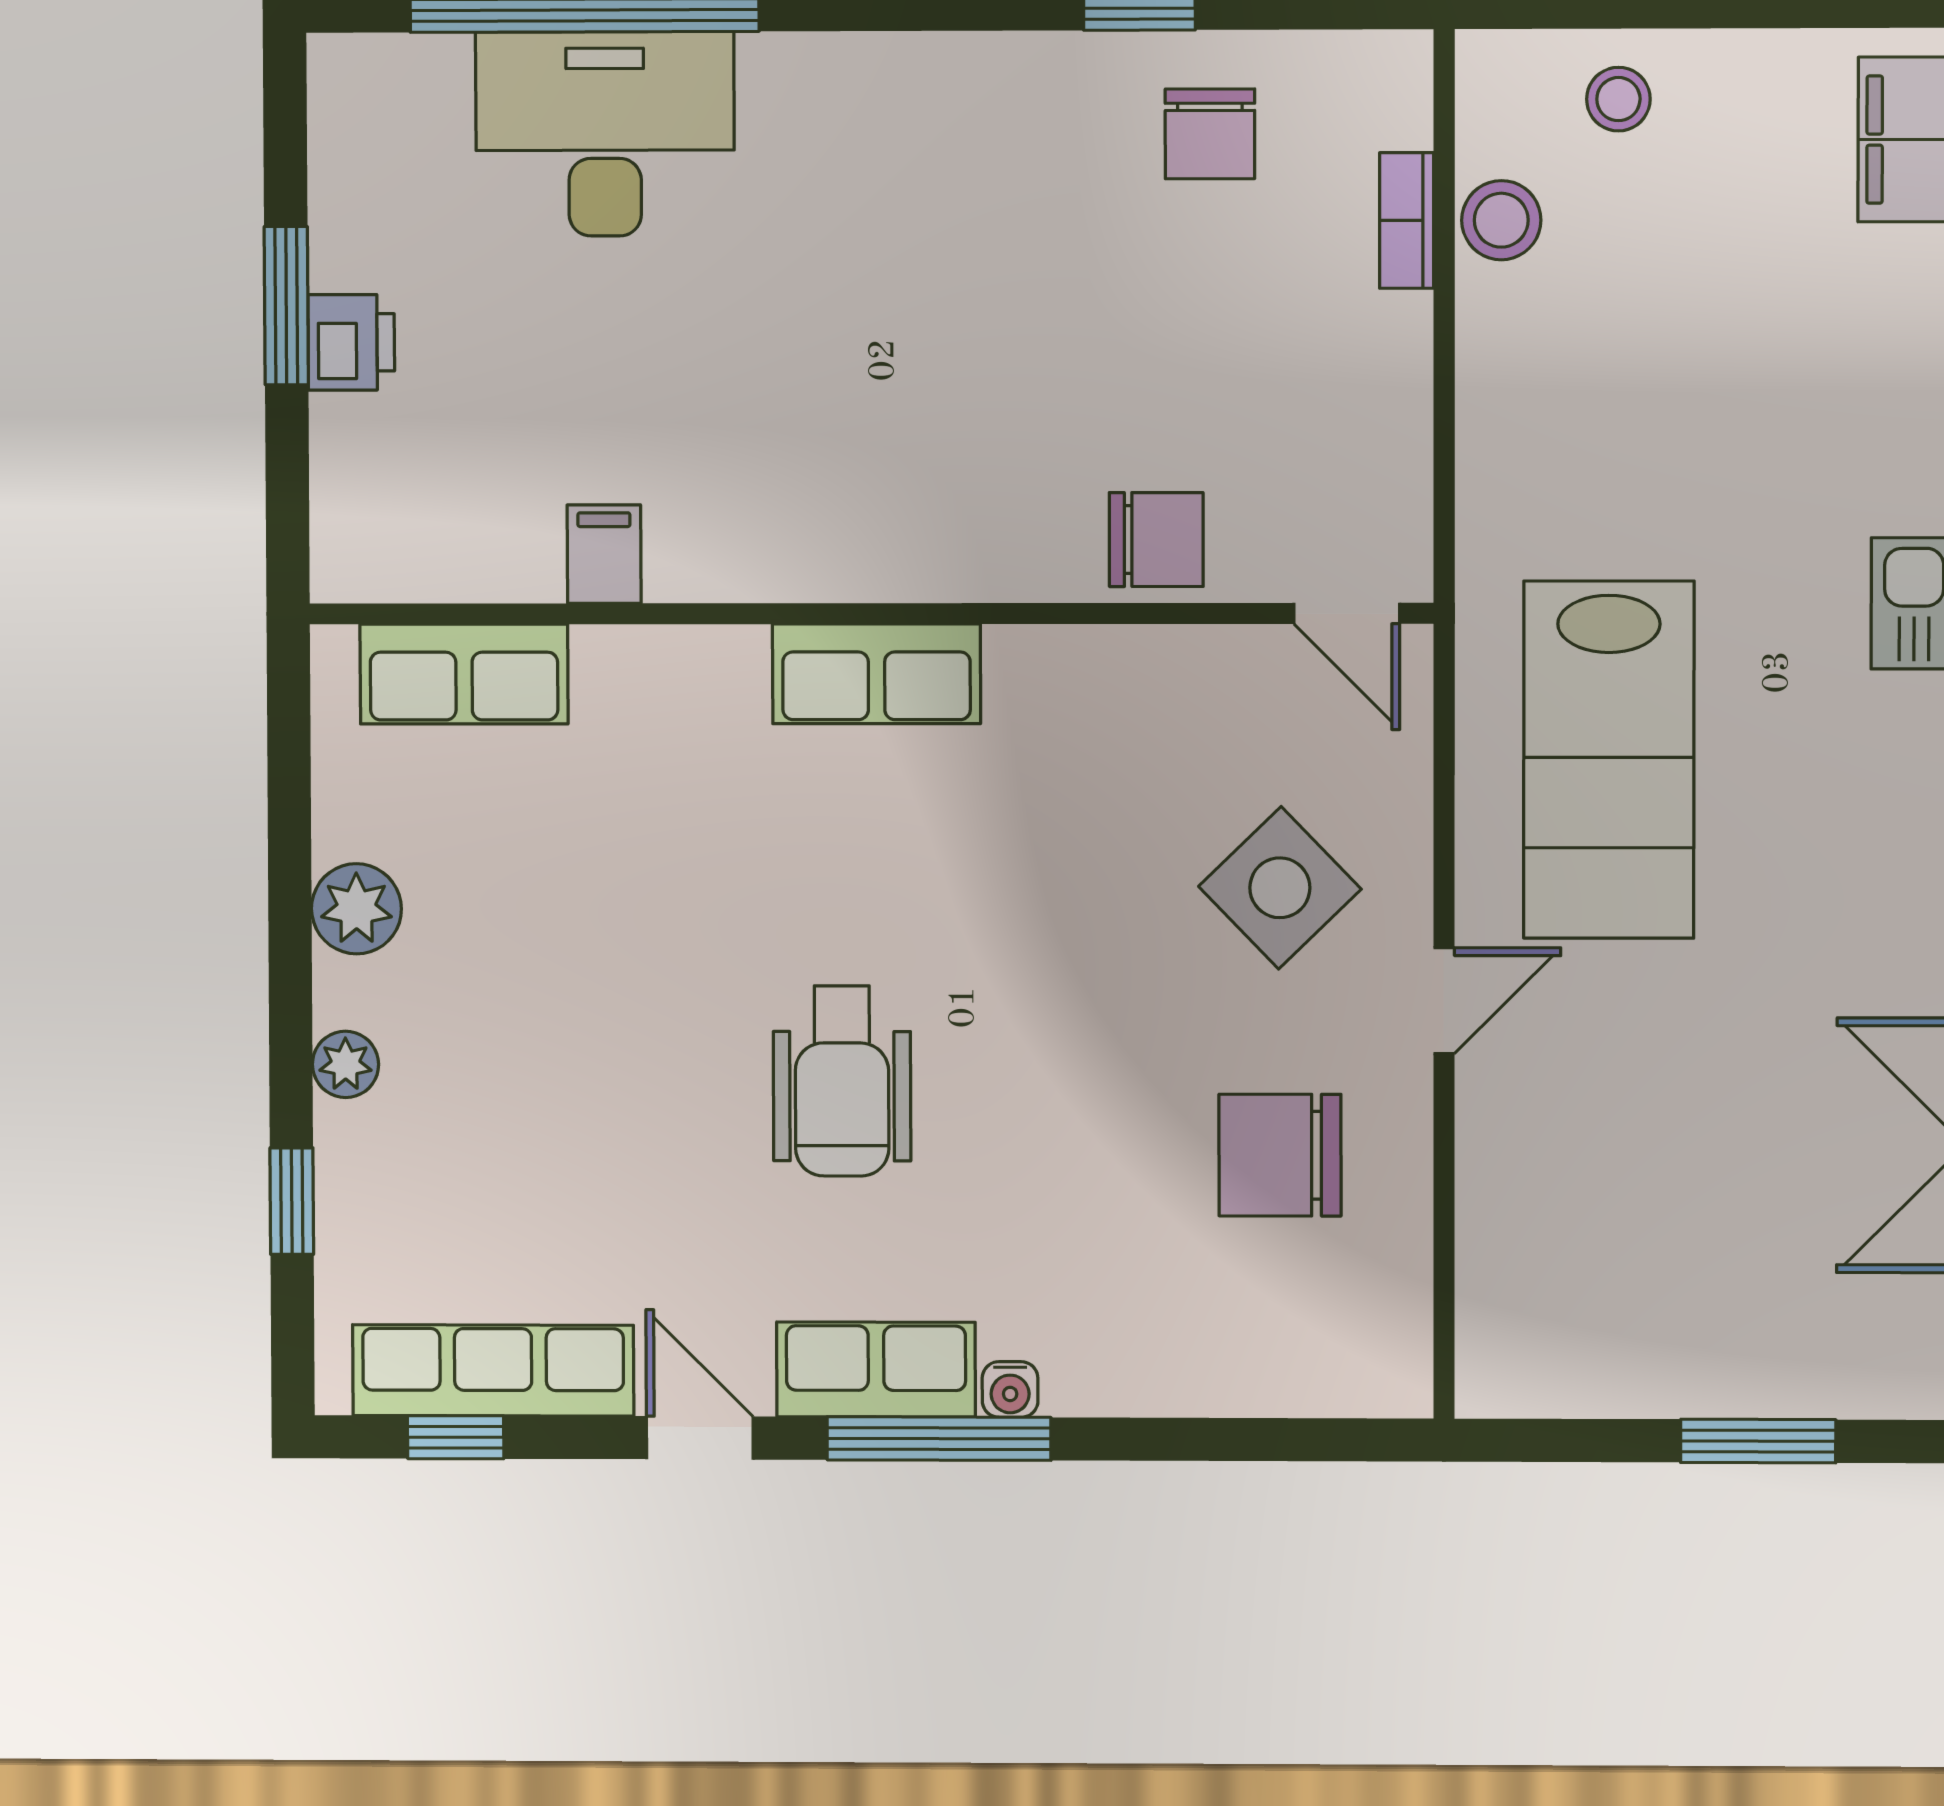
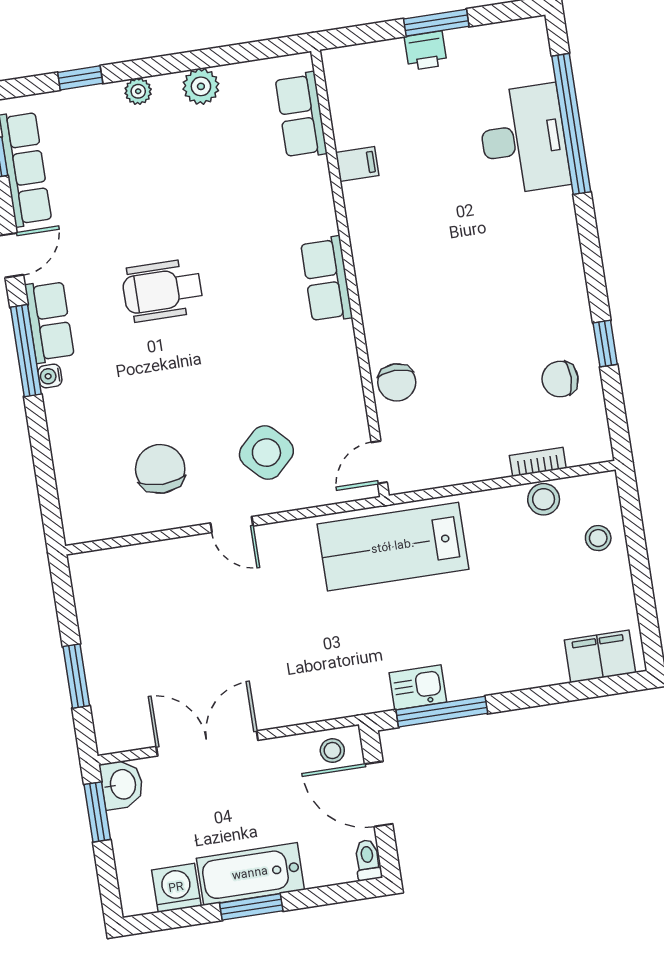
lab bench: (1609, 760) -> (393, 547), moved

